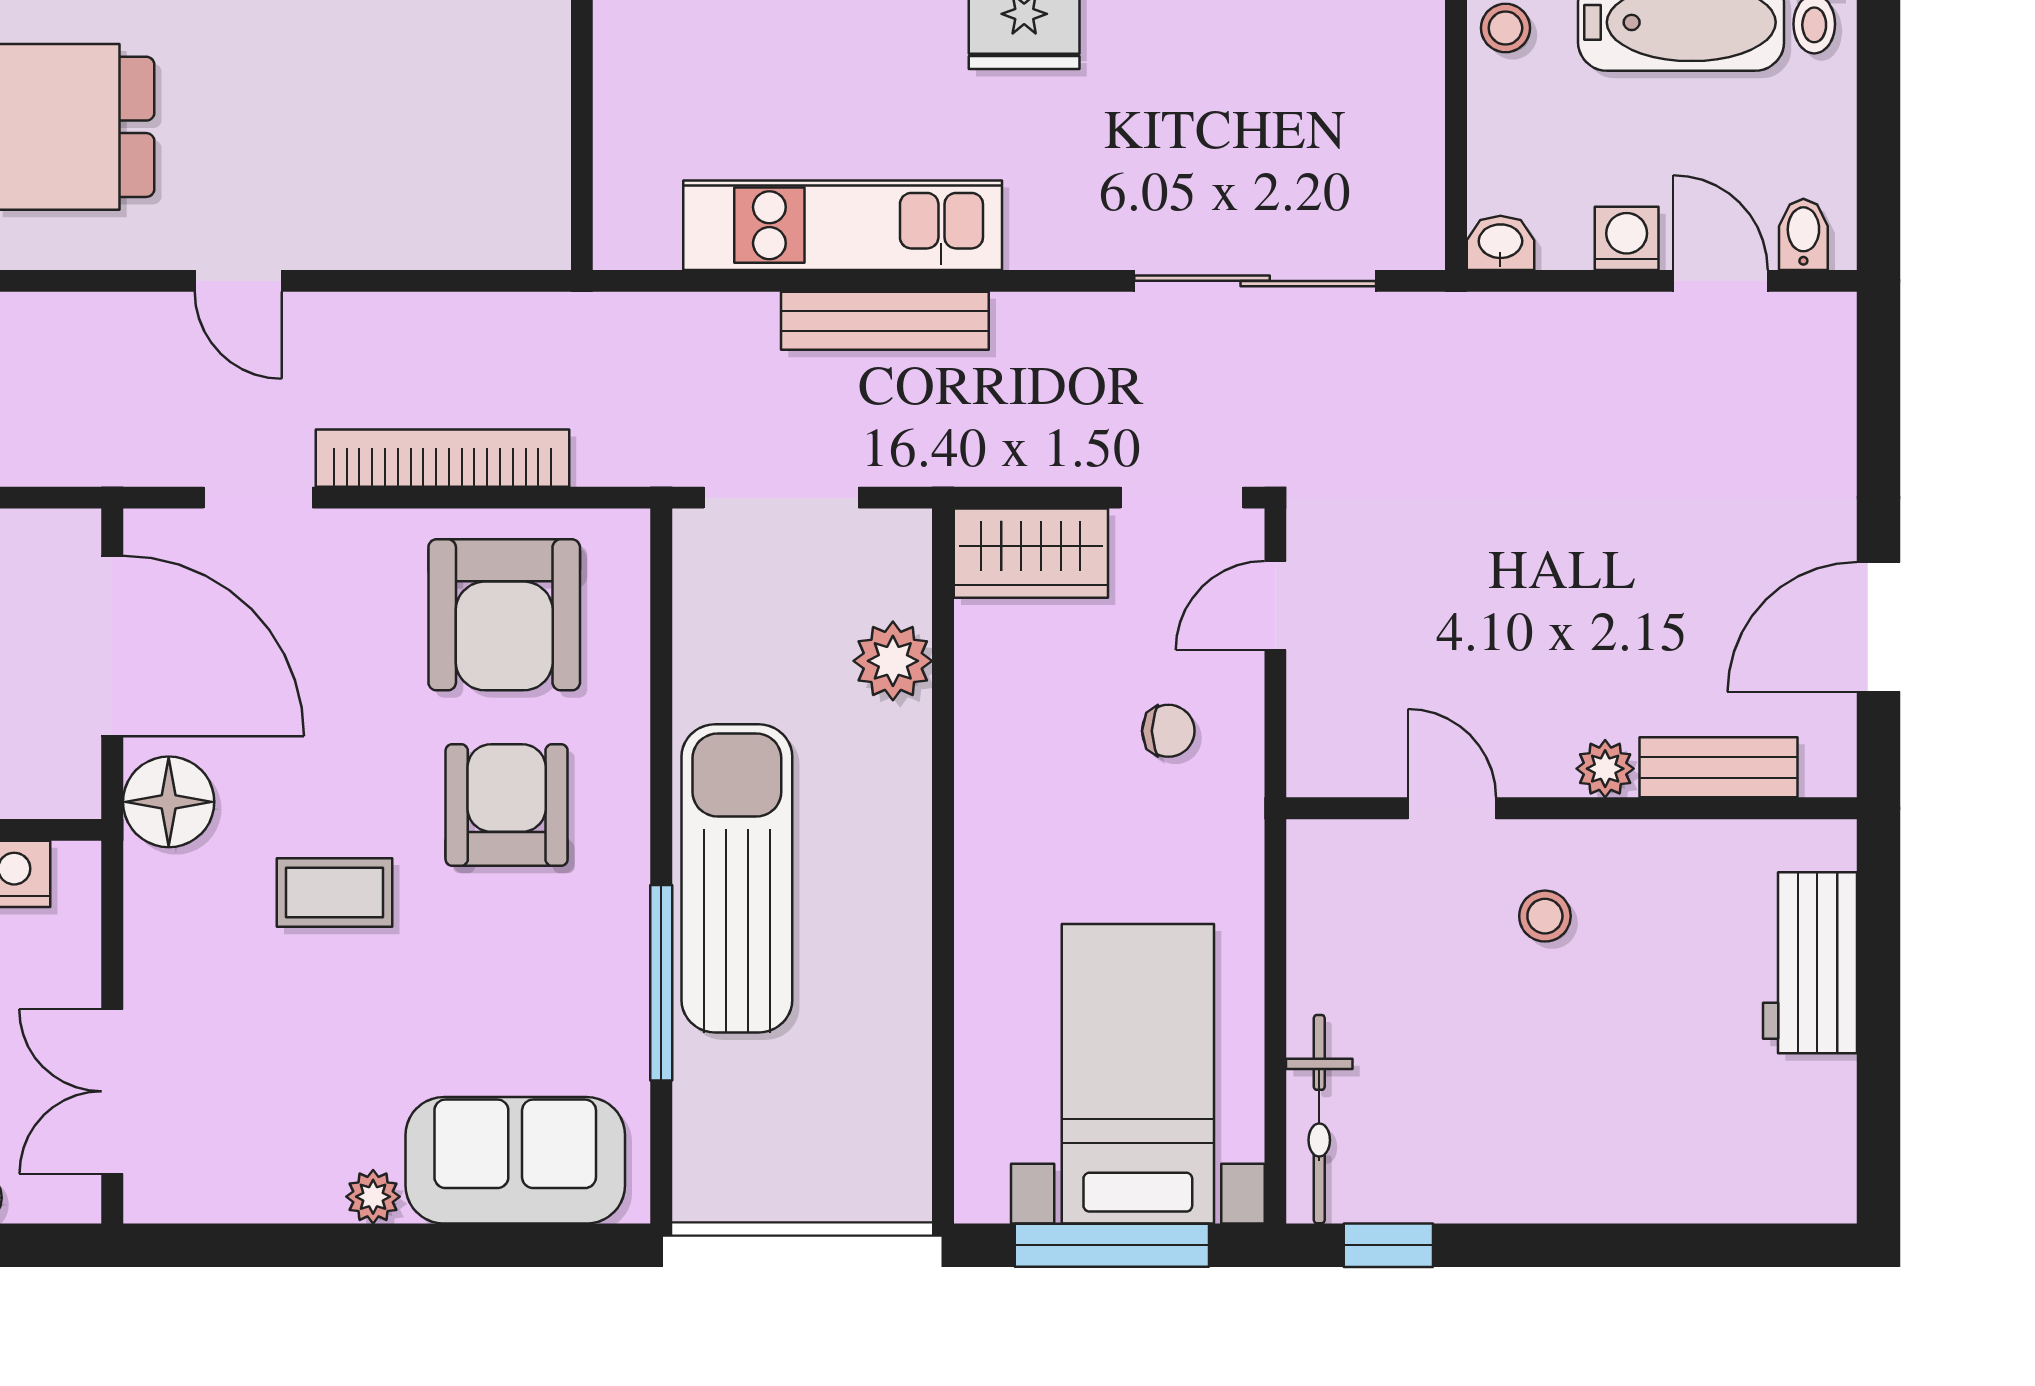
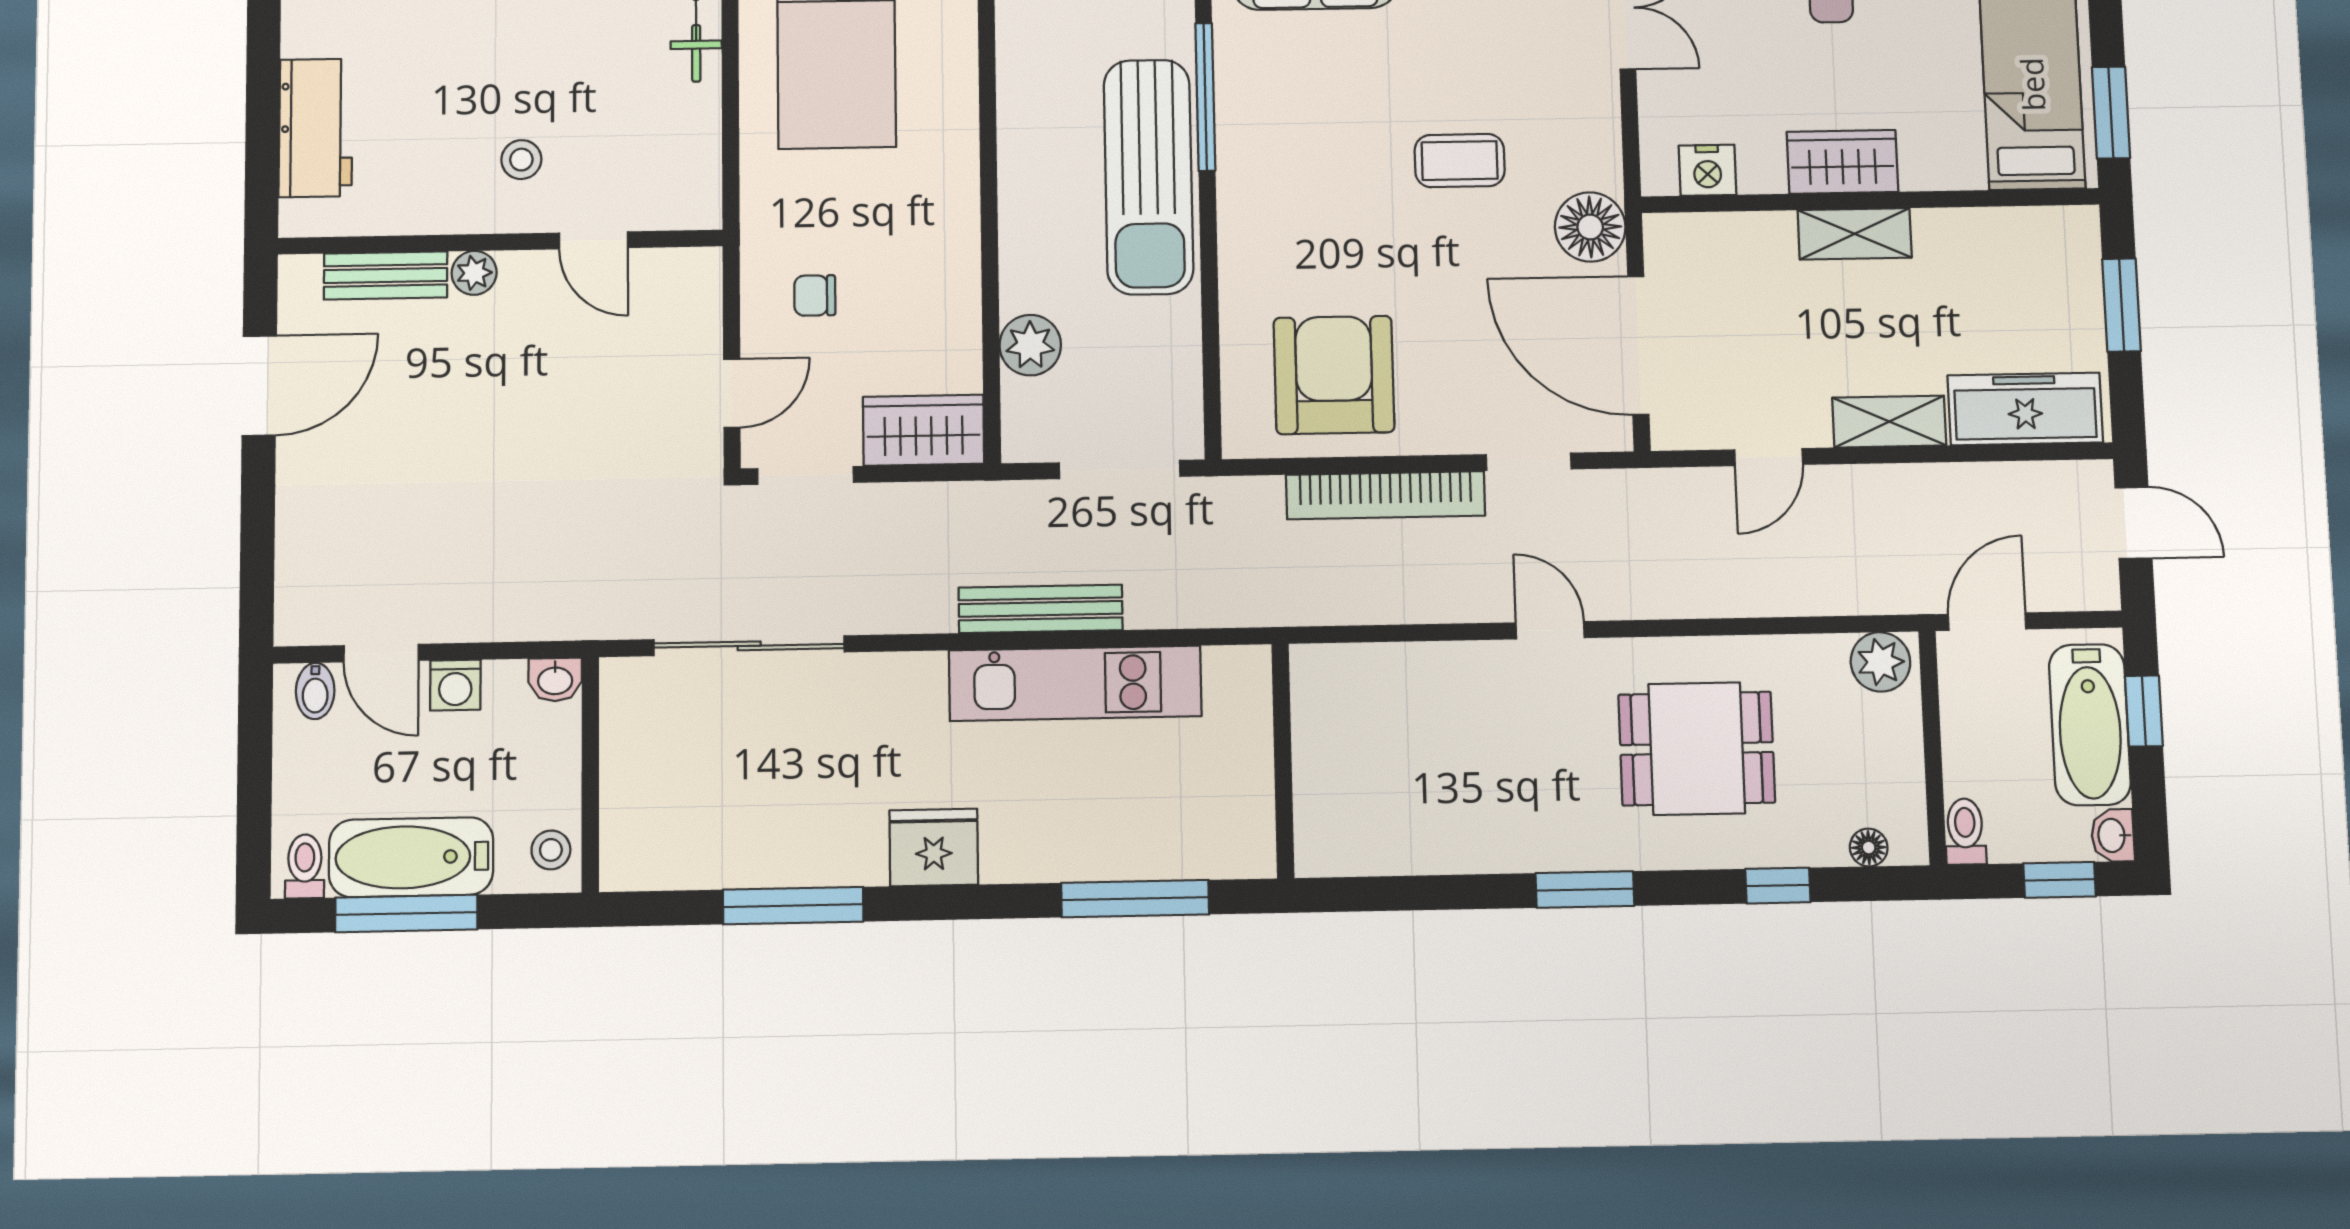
armchair: (507, 805) -> (1328, 229), removed

